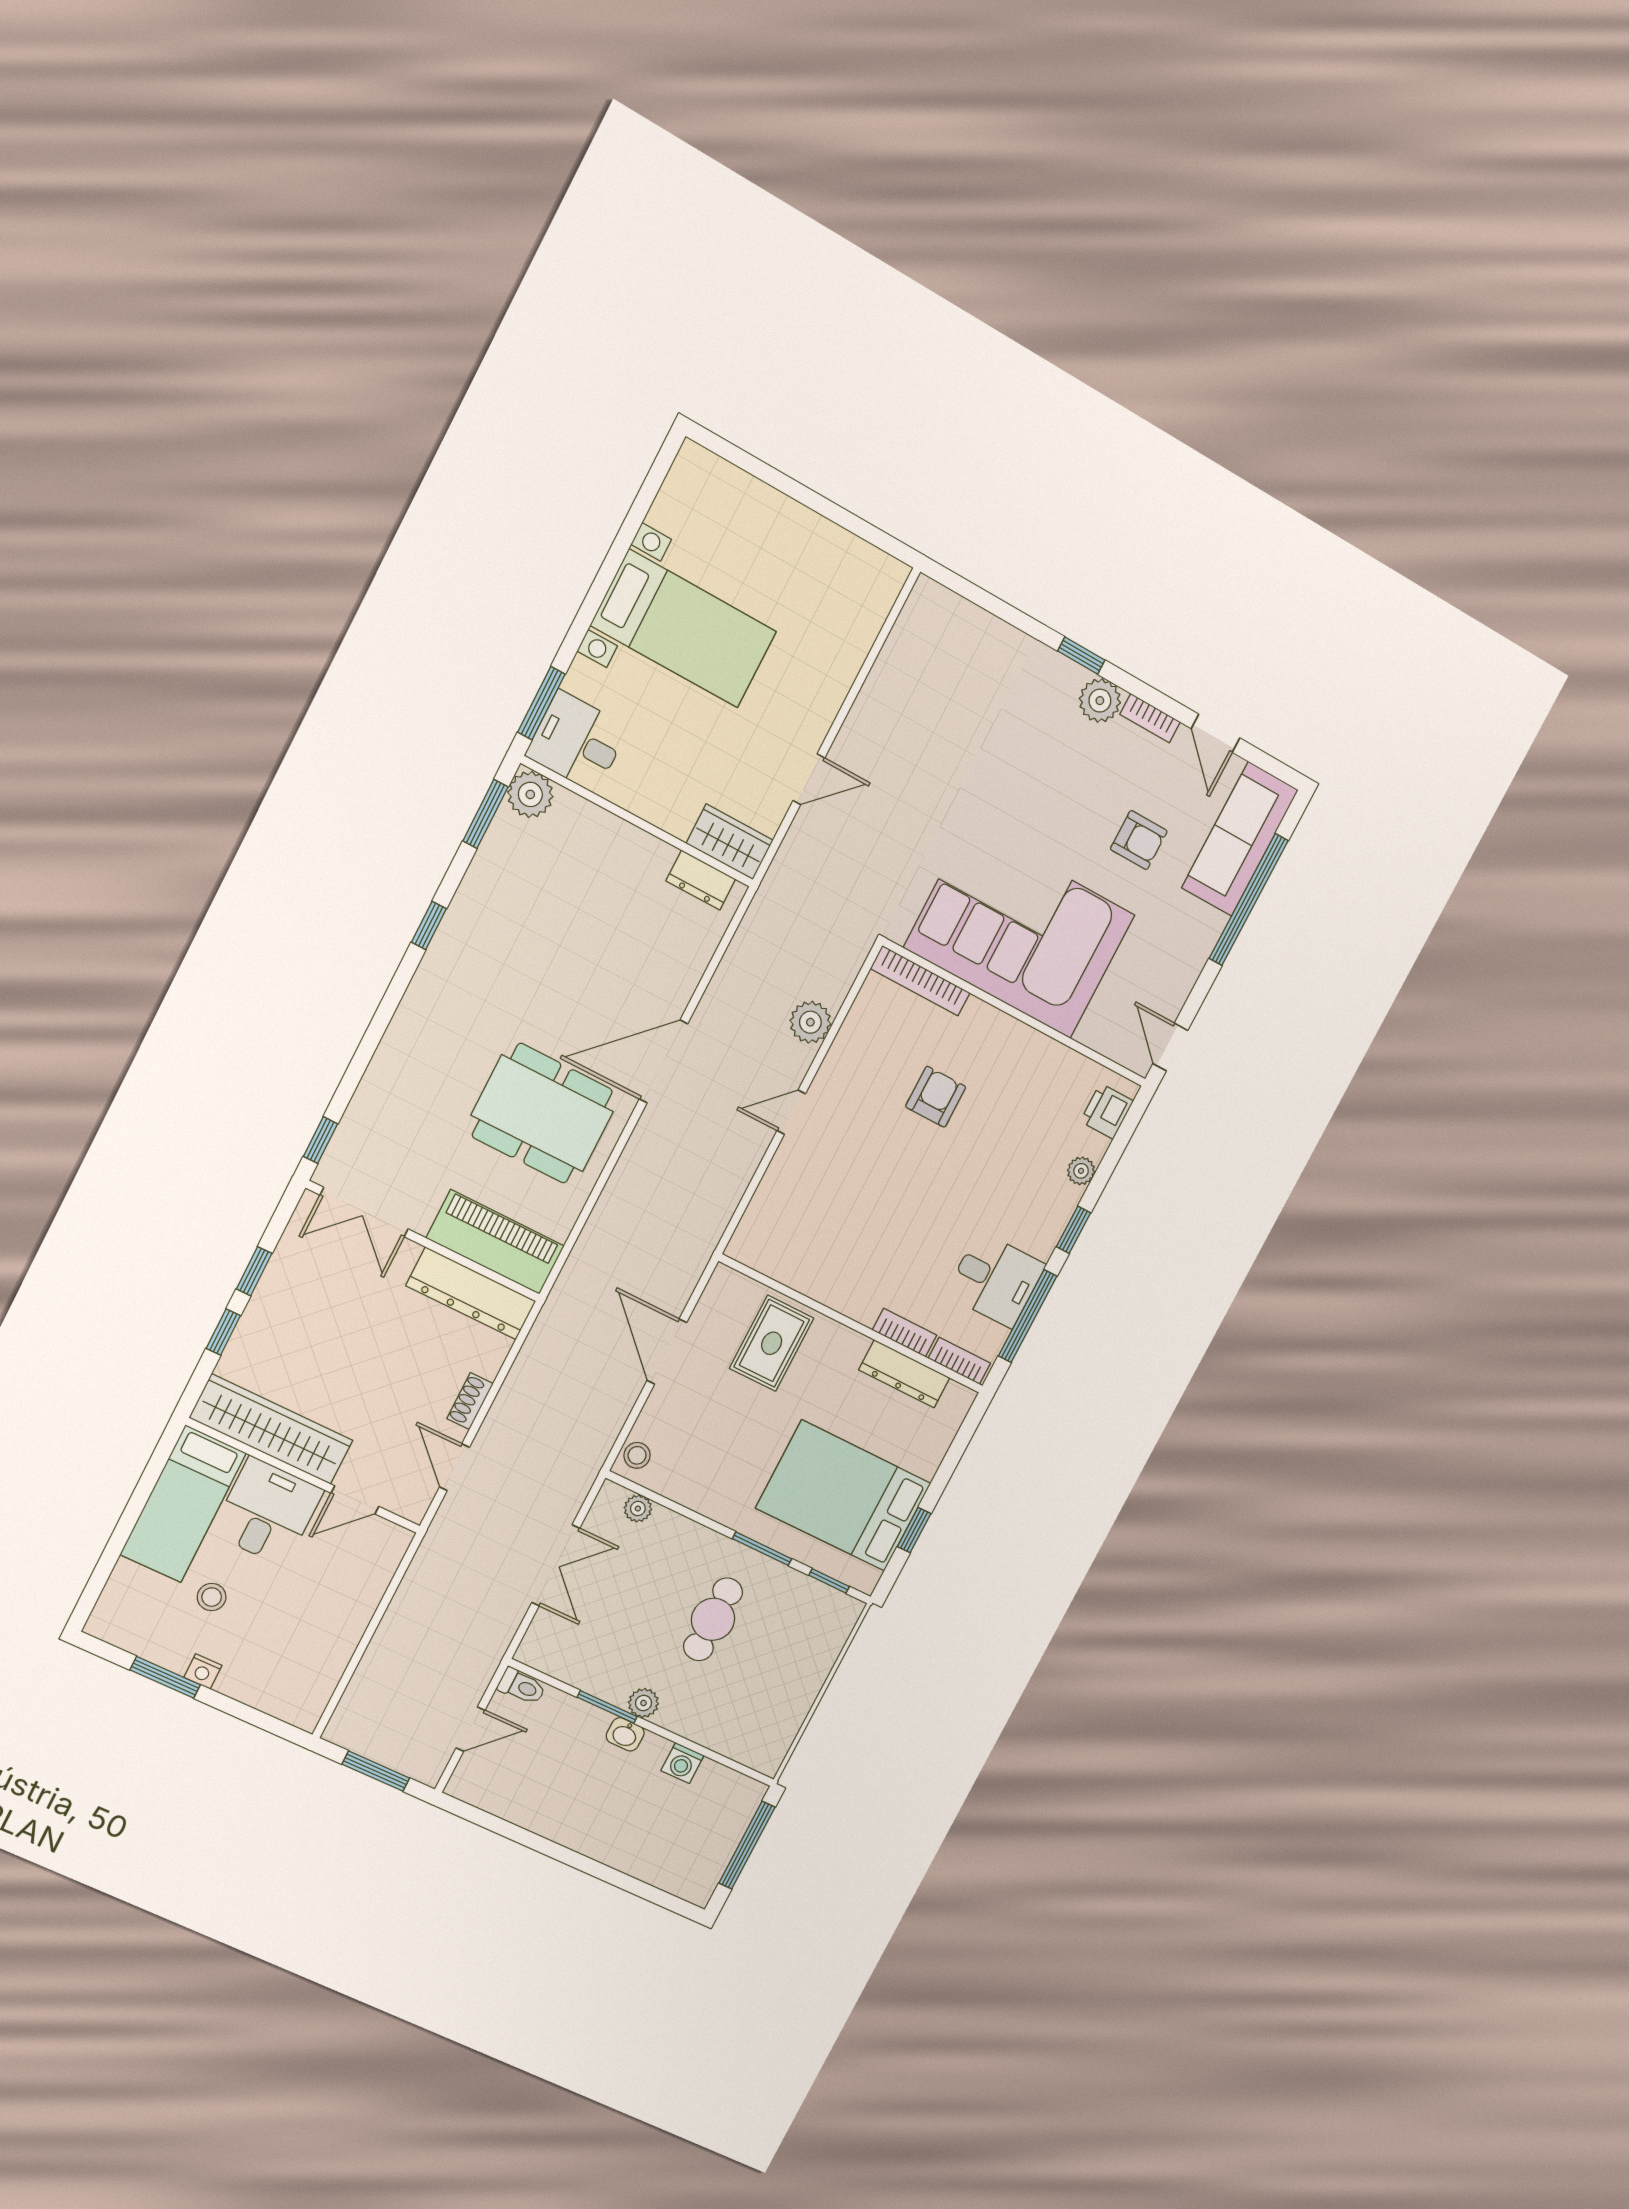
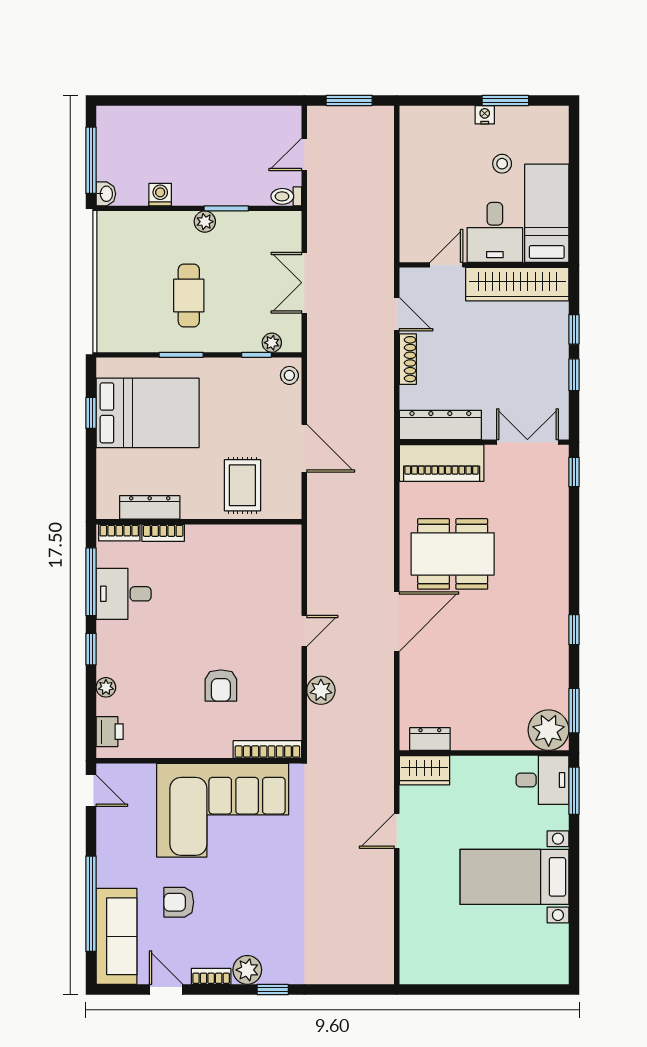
plant: (530, 794) -> (549, 730), width x1.36, depth x1.36
shoe rack: (470, 1401) -> (408, 359), width x1.43
window: (829, 1581) -> (257, 355), moved
washbasin: (625, 1734) -> (106, 194), moved, turned 90

